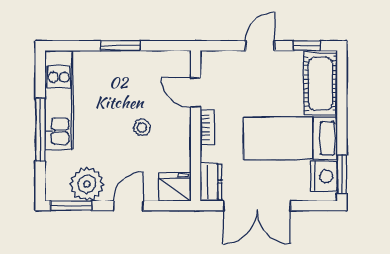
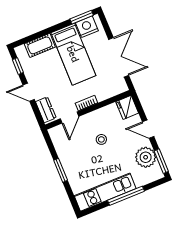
cot: (321, 84) -> (40, 45), width x0.73, depth x0.75
dresser: (211, 182) -> (46, 110), moved, turned 90

